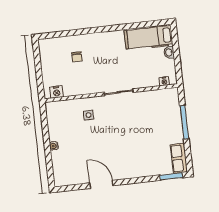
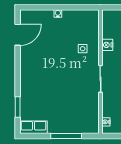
nightstand: (57, 92) -> (107, 45), moved
window: (171, 176) -> (18, 107), moved
door: (101, 184) -> (18, 35), moved

